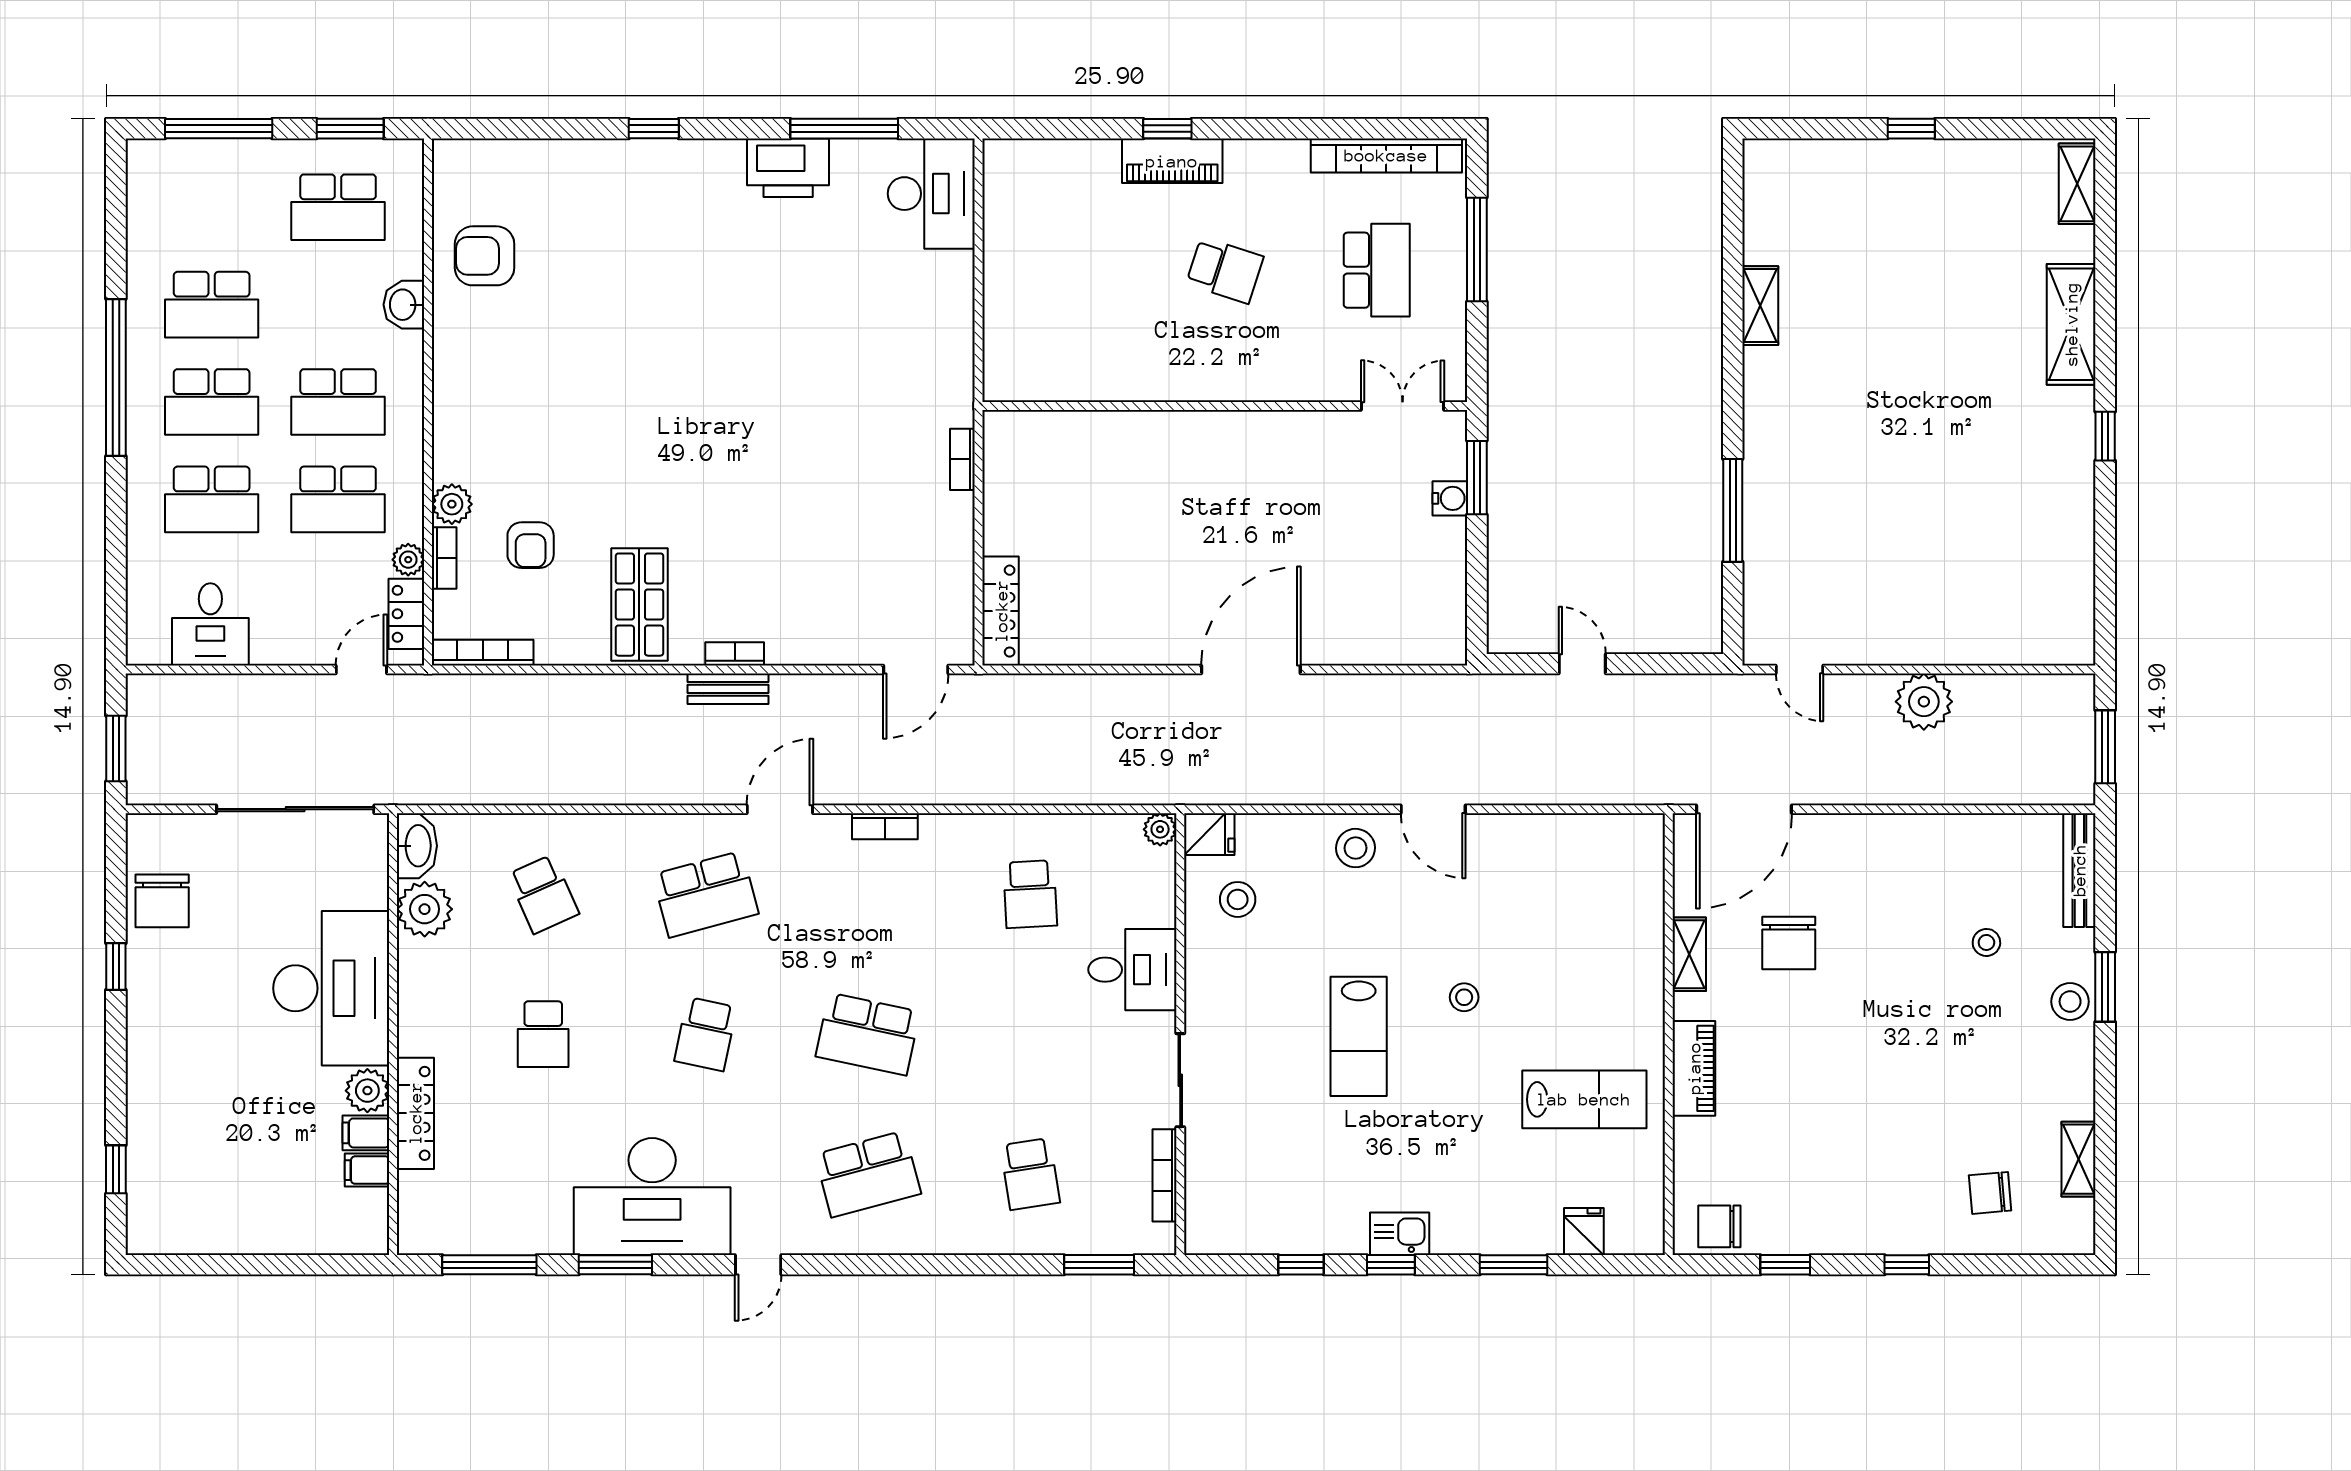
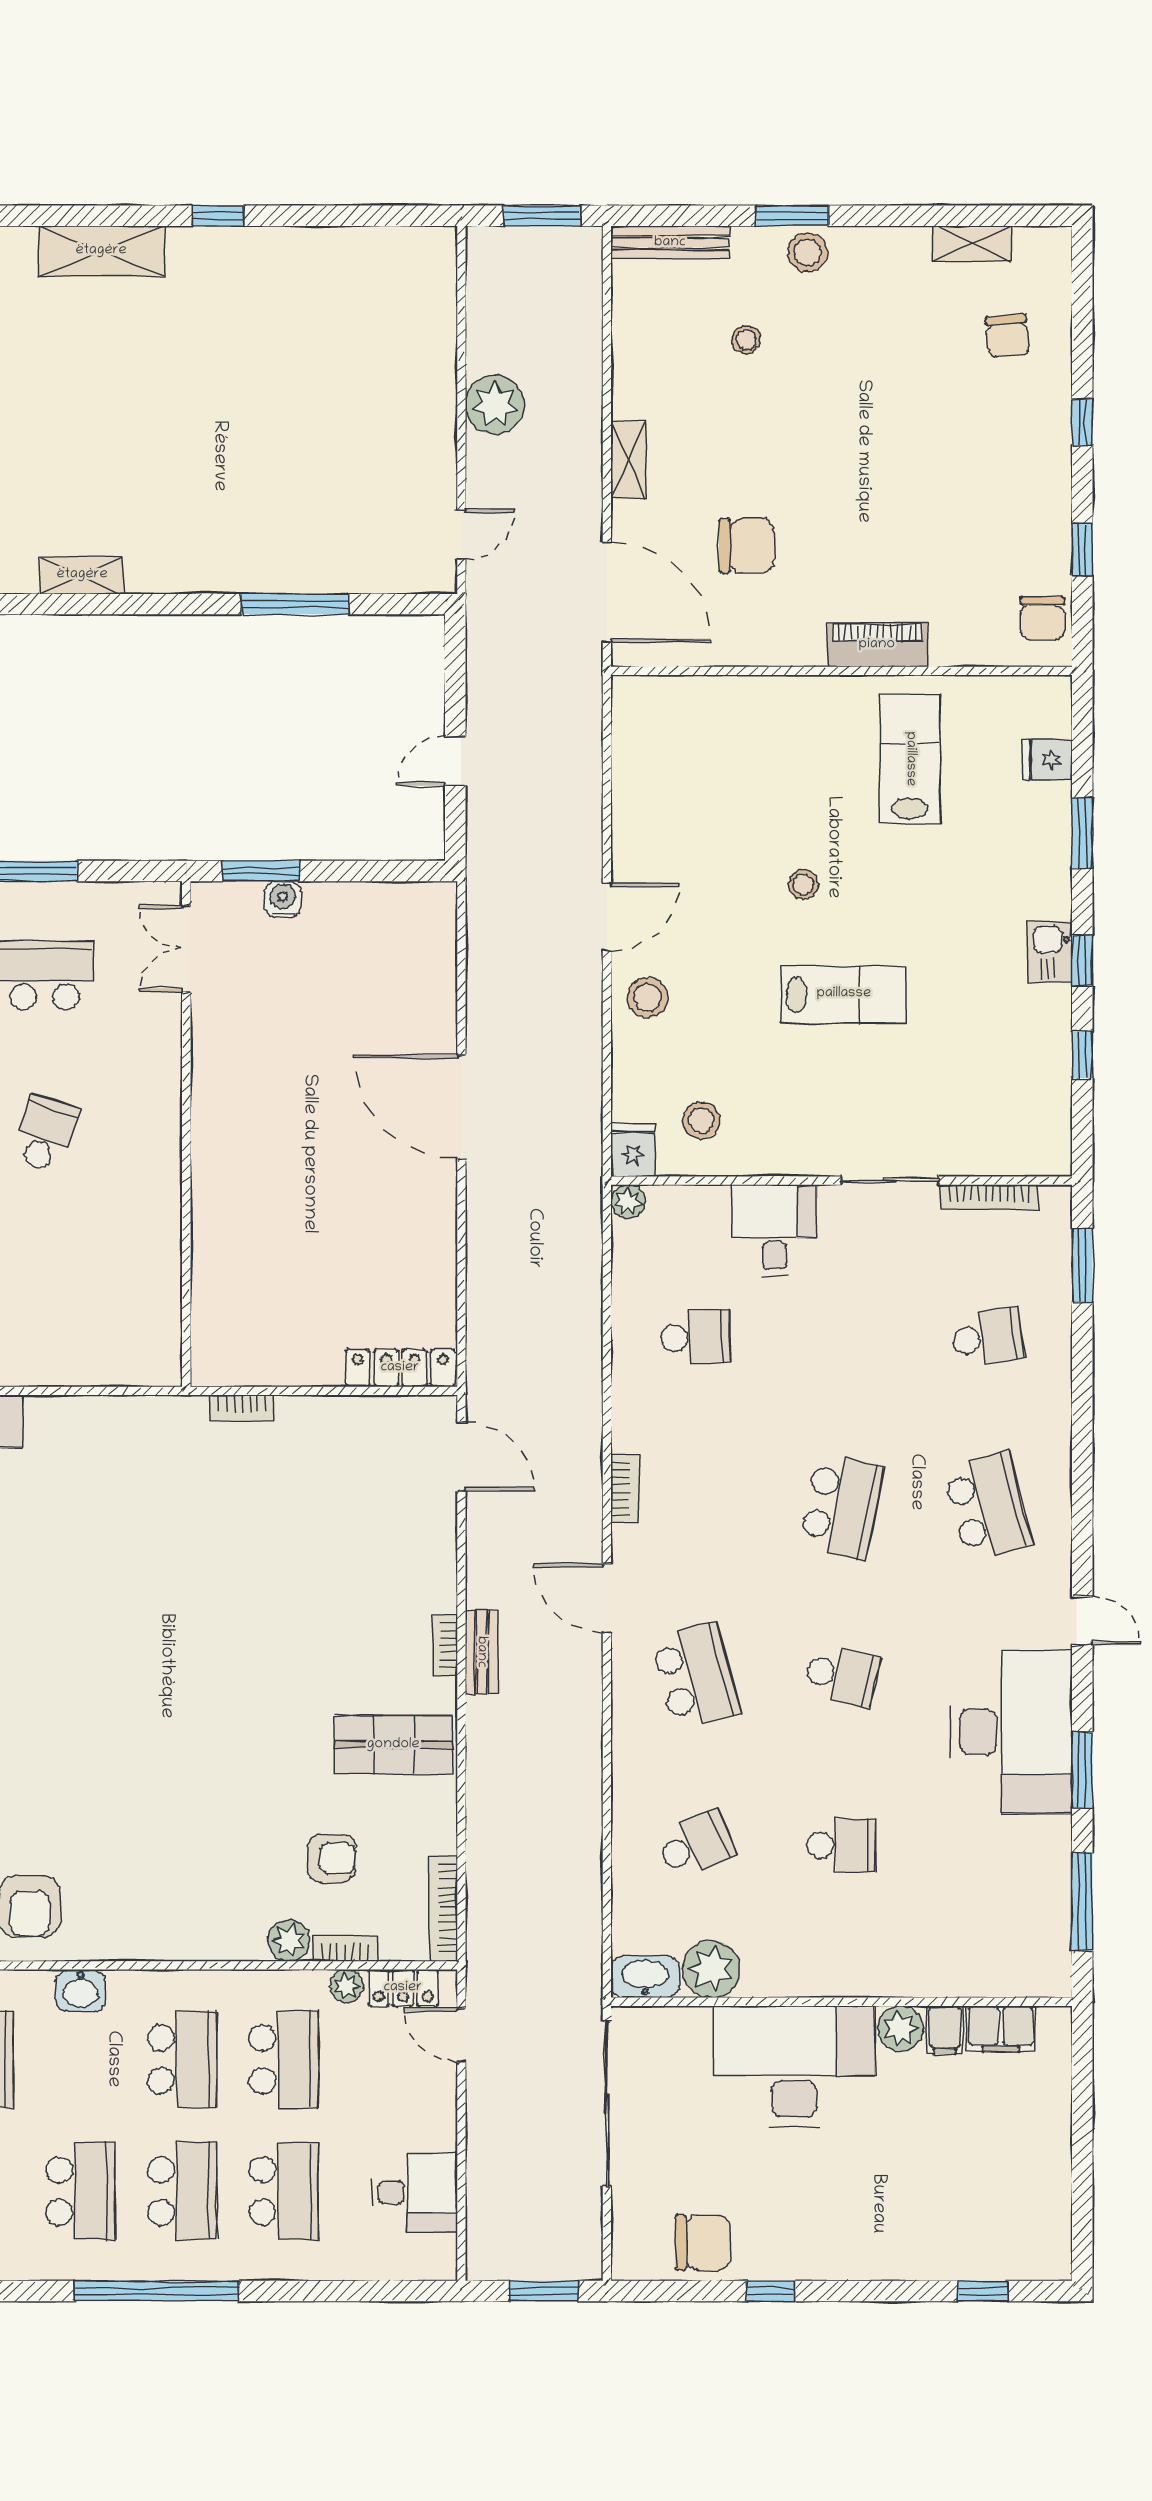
shelving: (1689, 954) -> (628, 460), moved, turned 90
locker: (415, 1113) -> (924, 1978), removed
filing cabinet: (367, 1170) -> (1001, 2029), width x2.00

